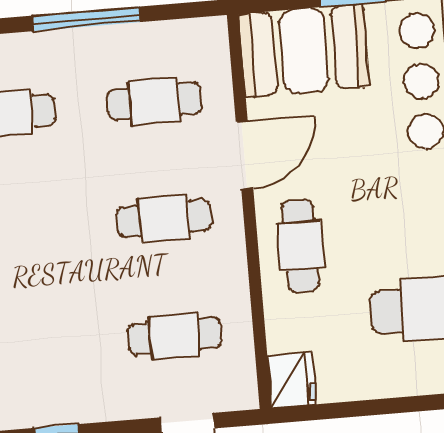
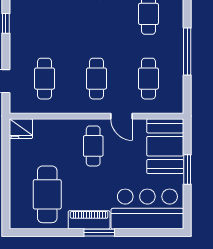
door: (244, 155) -> (121, 116), width x0.73
cafe table: (300, 246) -> (93, 146), moved, turned 90

